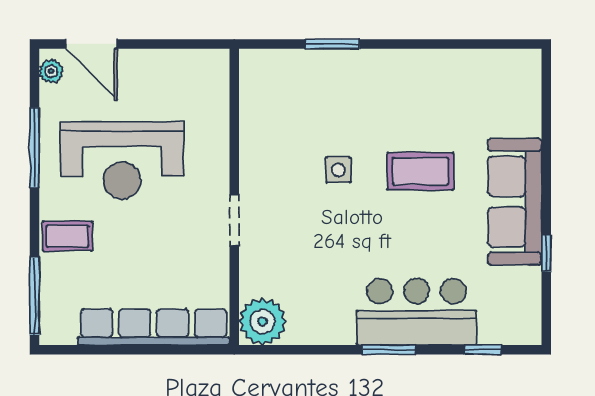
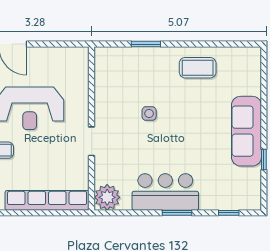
coffee table: (420, 171) -> (198, 68), moved
bar counter: (416, 312) -> (165, 192), moved

